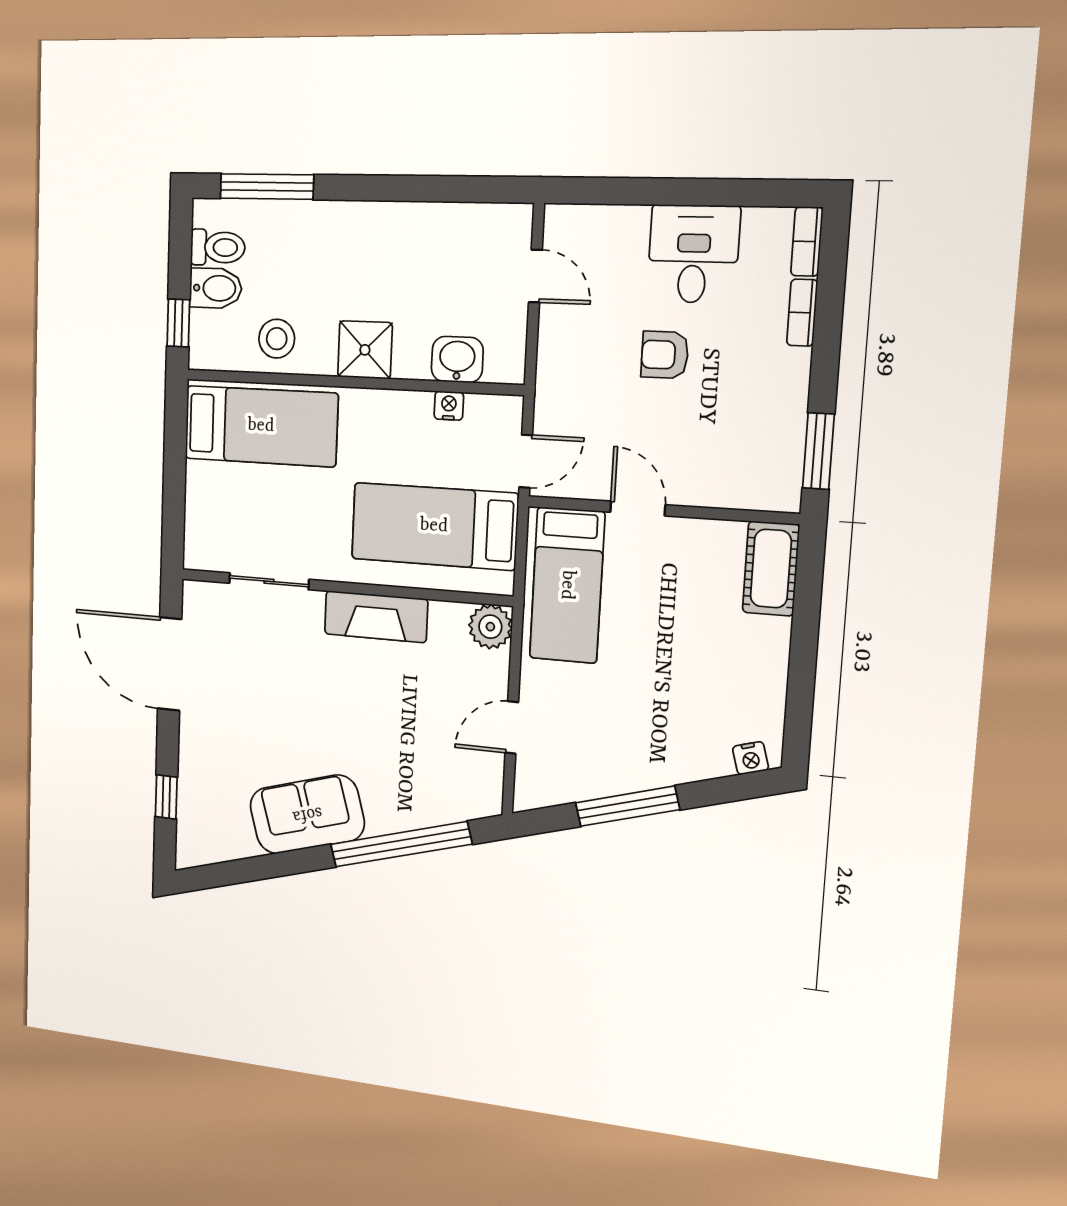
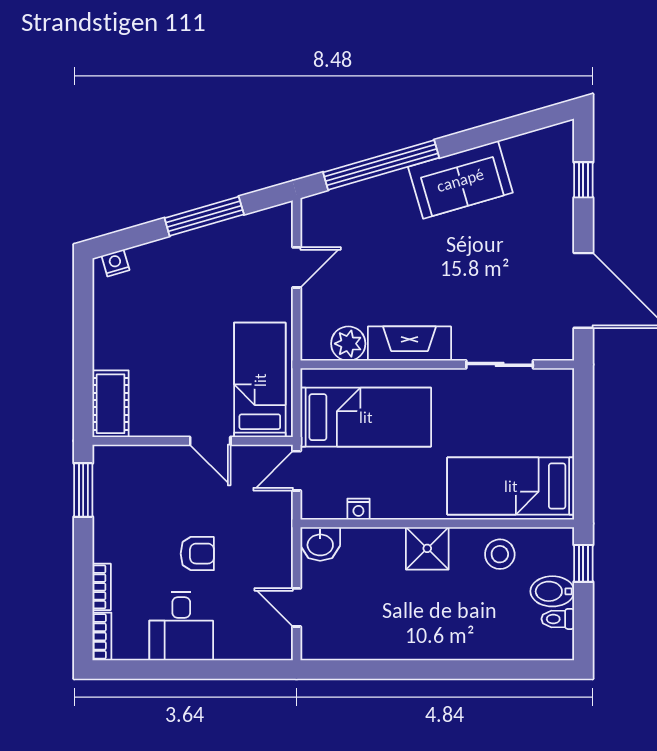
window: (267, 187) -> (512, 670), removed
toilet: (218, 247) -> (558, 619), width x0.73, depth x0.72
washbasin: (457, 360) -> (320, 544), moved
plant: (490, 627) -> (348, 344), moved

